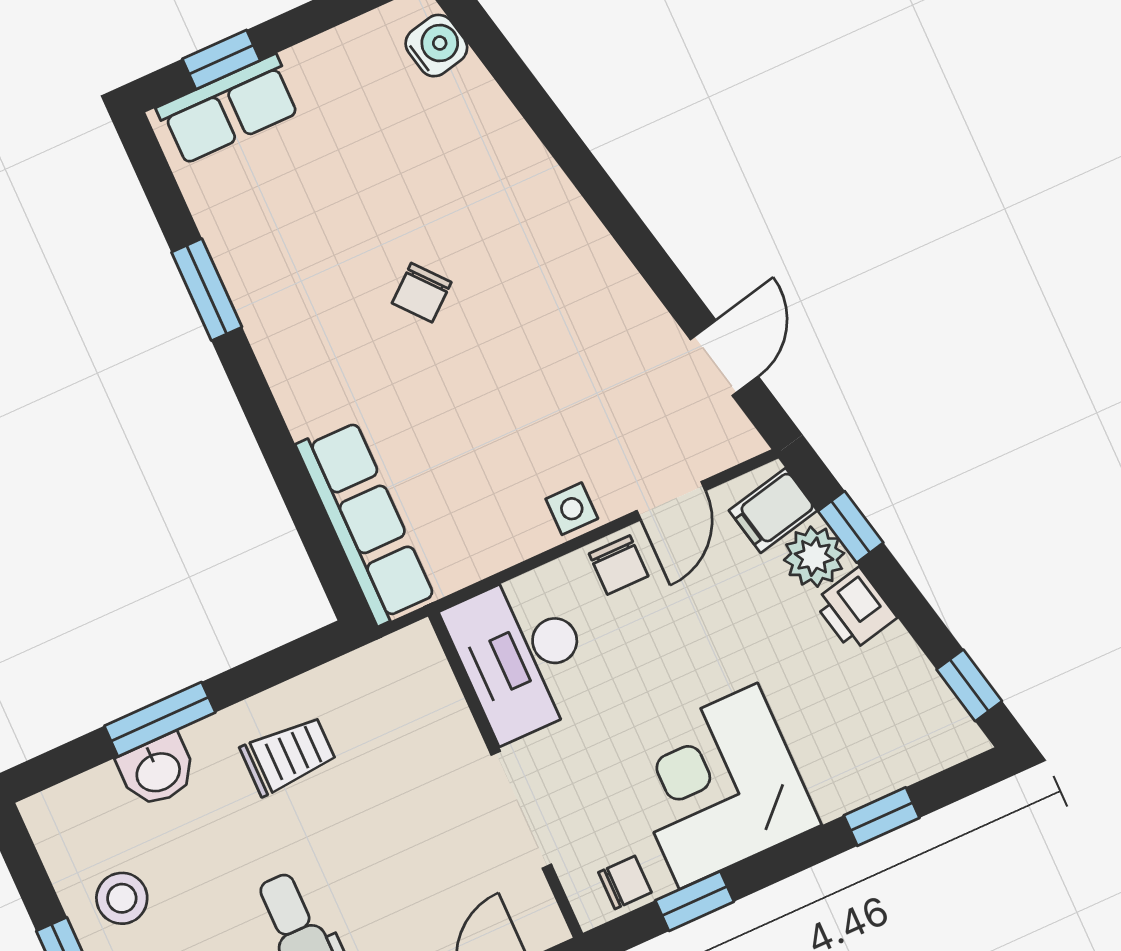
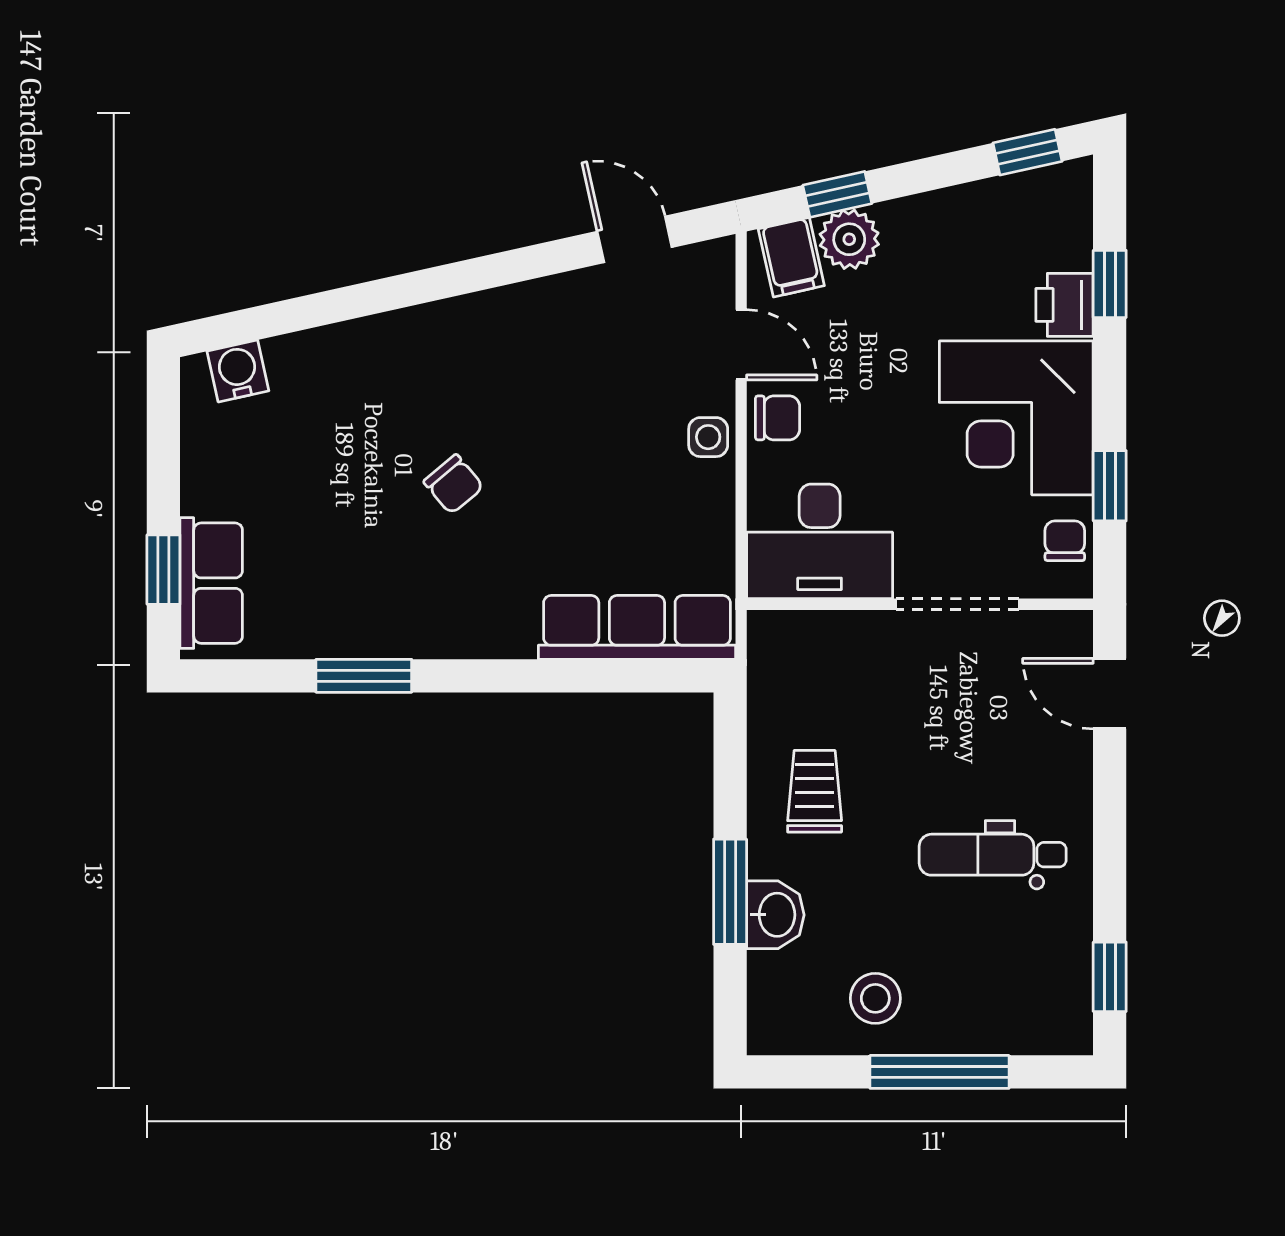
printer: (855, 609) -> (1065, 305), moved, turned 103

